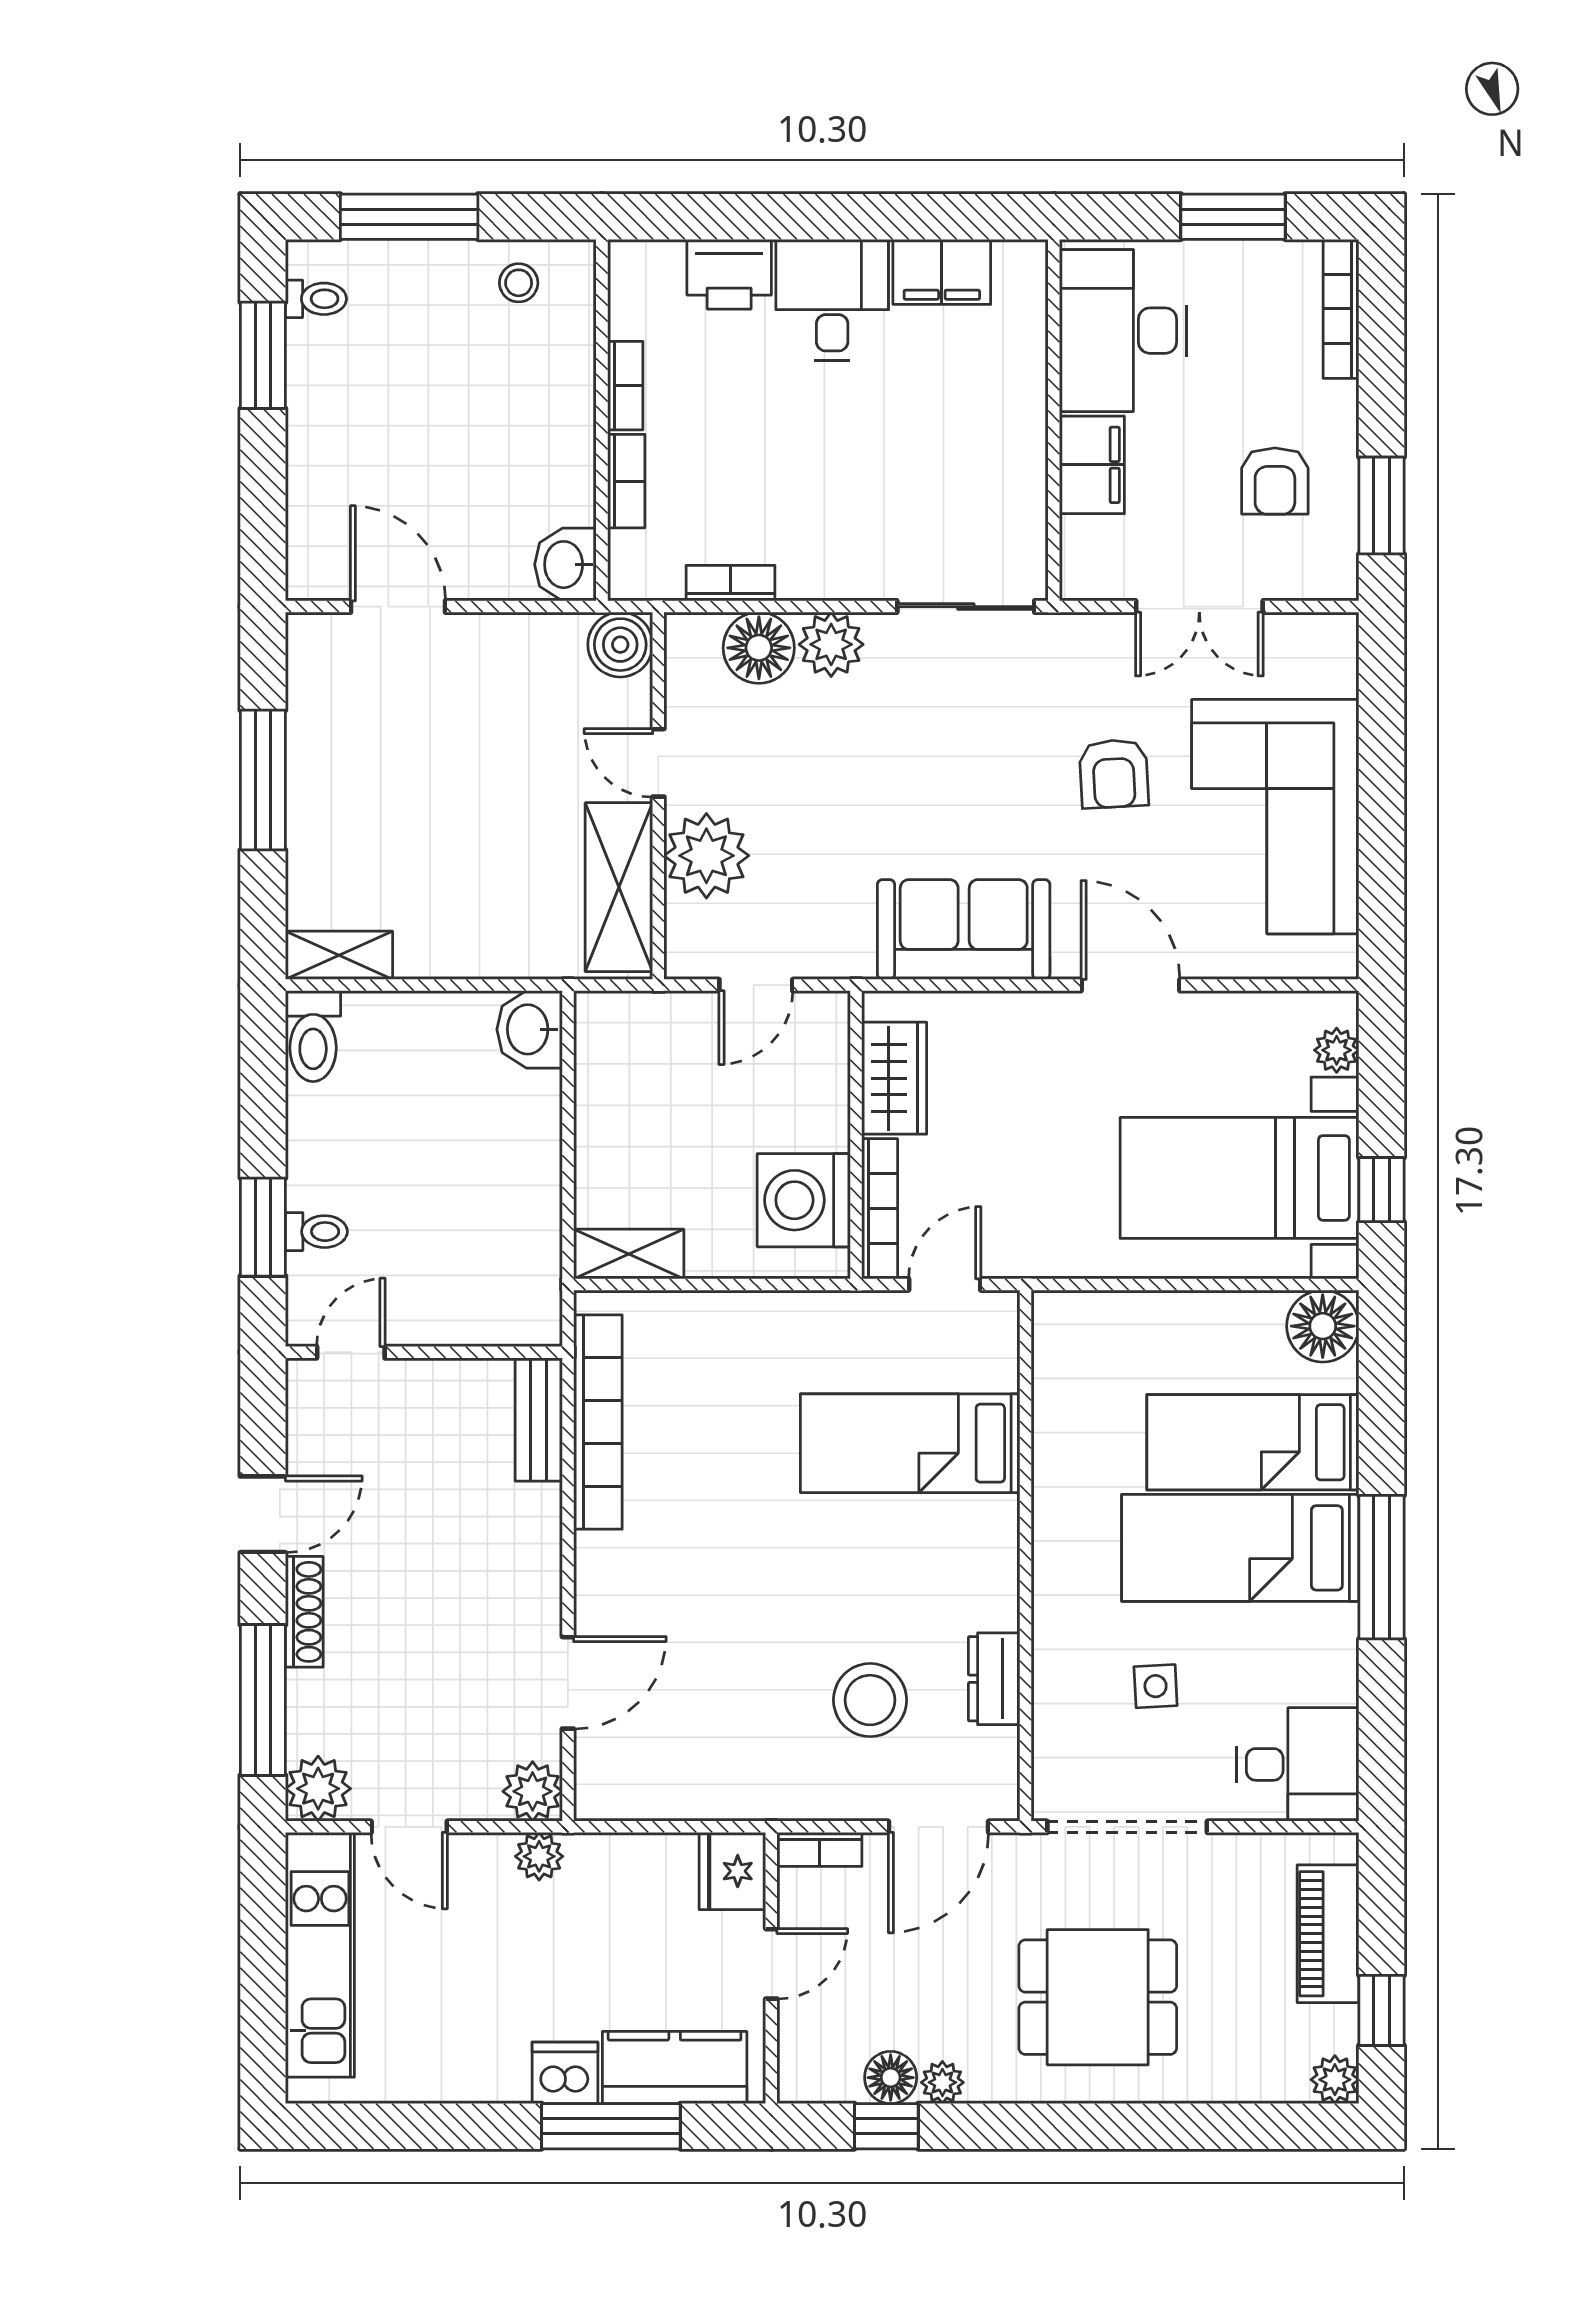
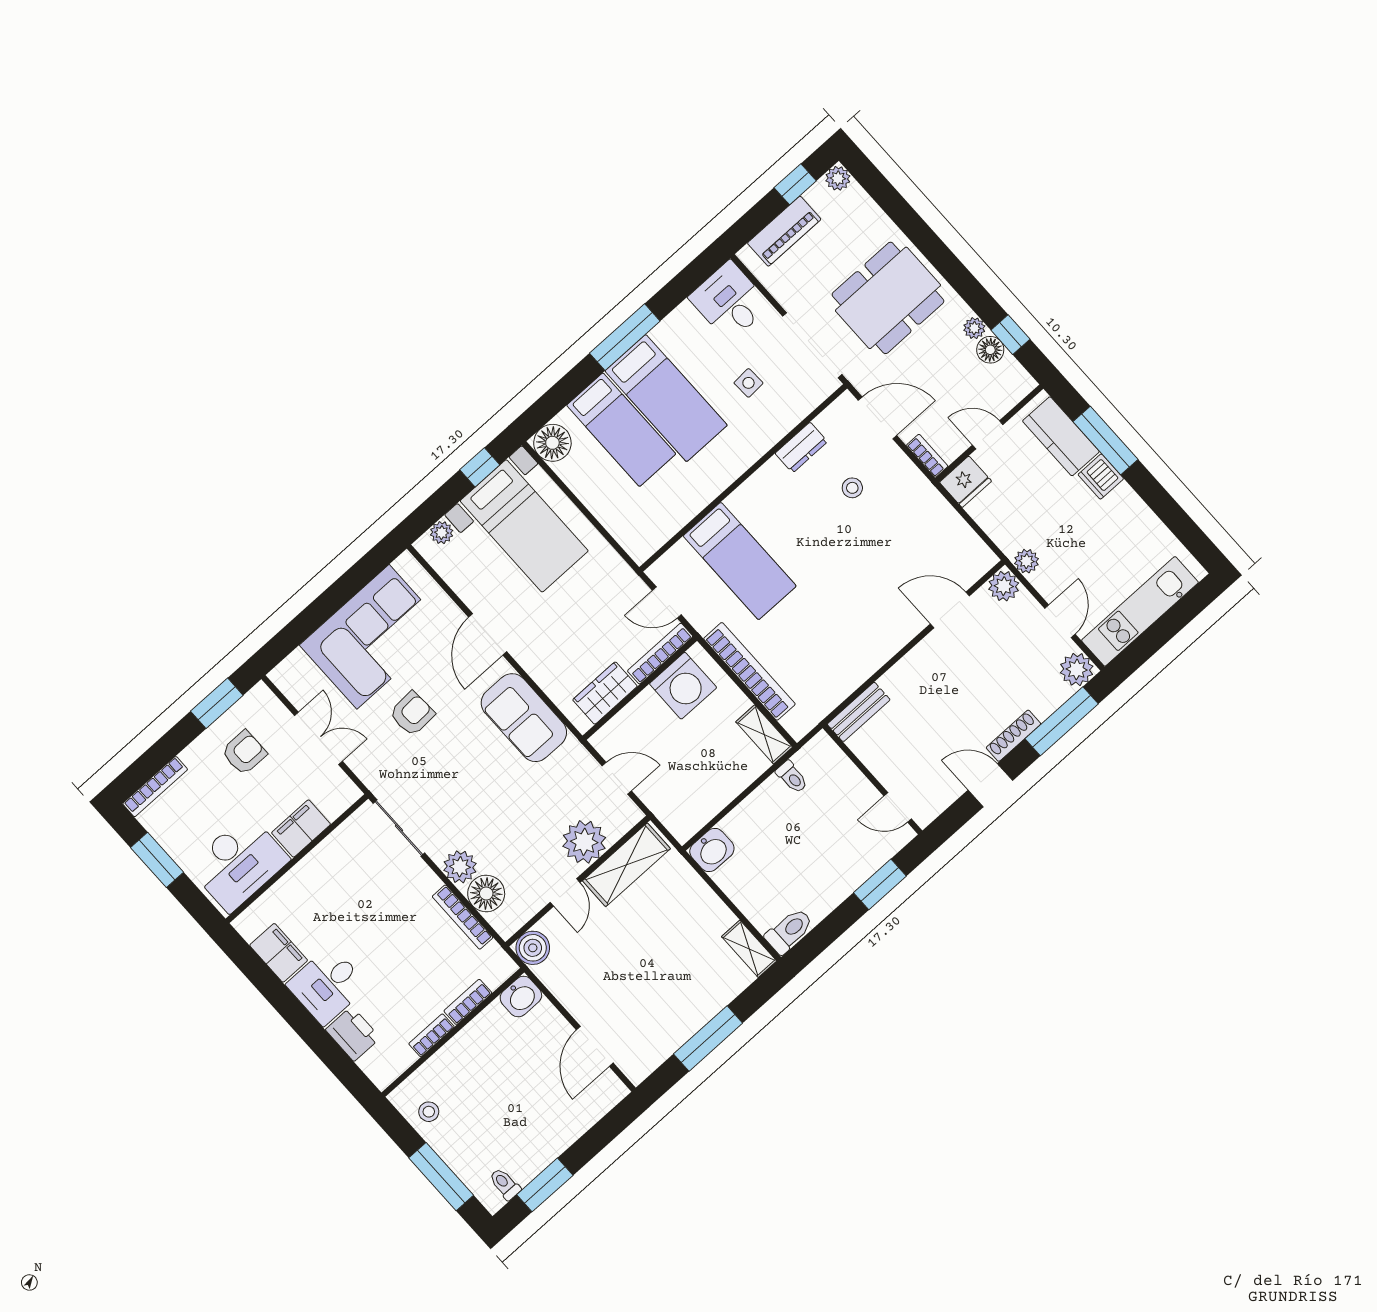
bookcase: (731, 583) -> (462, 917), width x1.56
toilet: (316, 1232) -> (792, 777), moved, turned 180
bookcase: (598, 1422) -> (749, 671), moved, turned 90
stool: (870, 1700) -> (852, 488), width x0.53, depth x0.53
dining table: (1098, 1997) -> (888, 298), width x1.37

